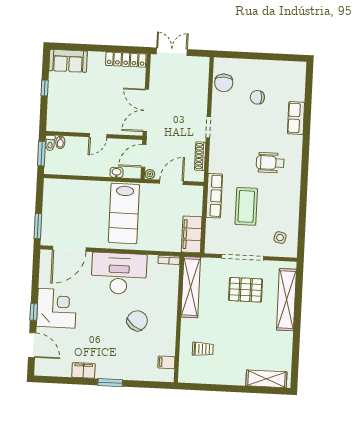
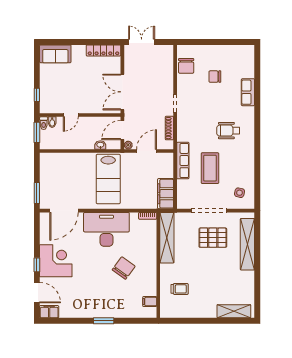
window: (45, 88) -> (37, 95), moved
door: (98, 136) -> (71, 115), moved
filing cabinet: (83, 370) -> (49, 312), moved

